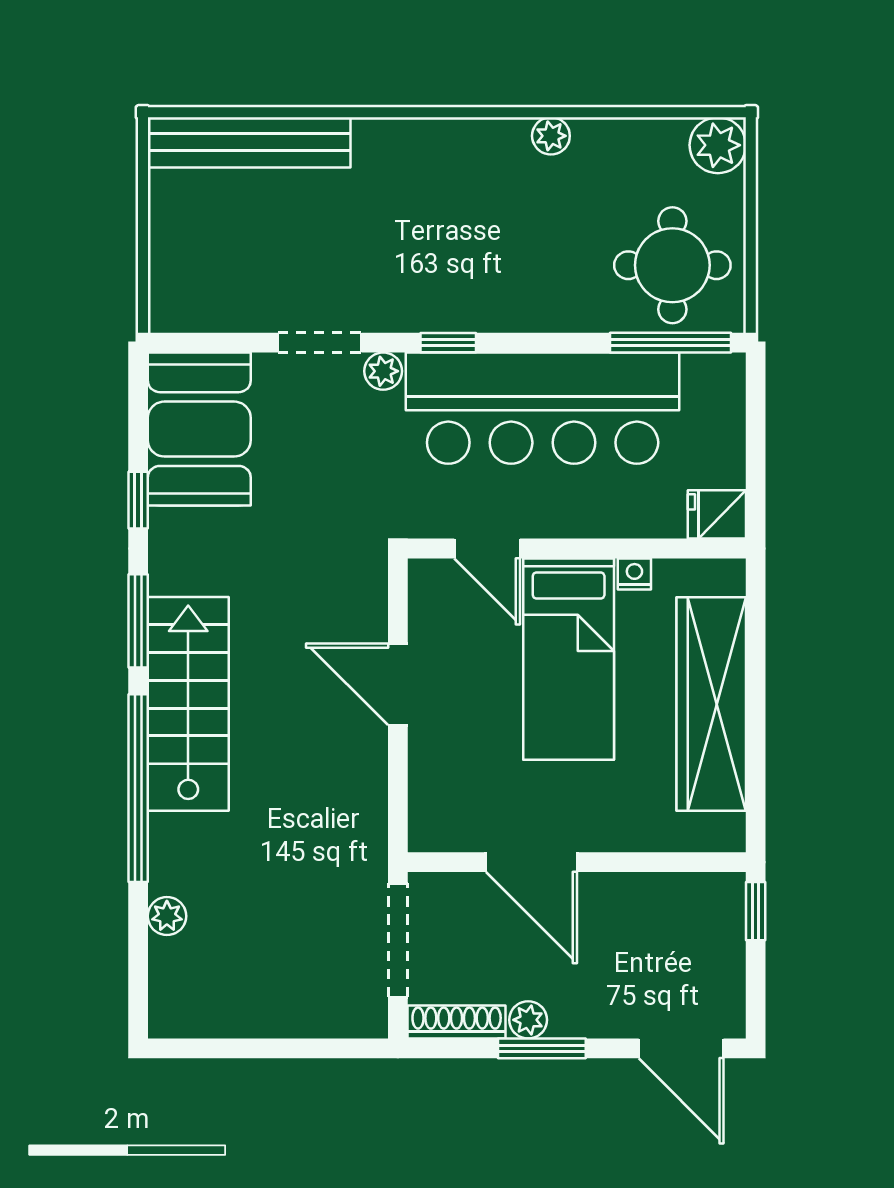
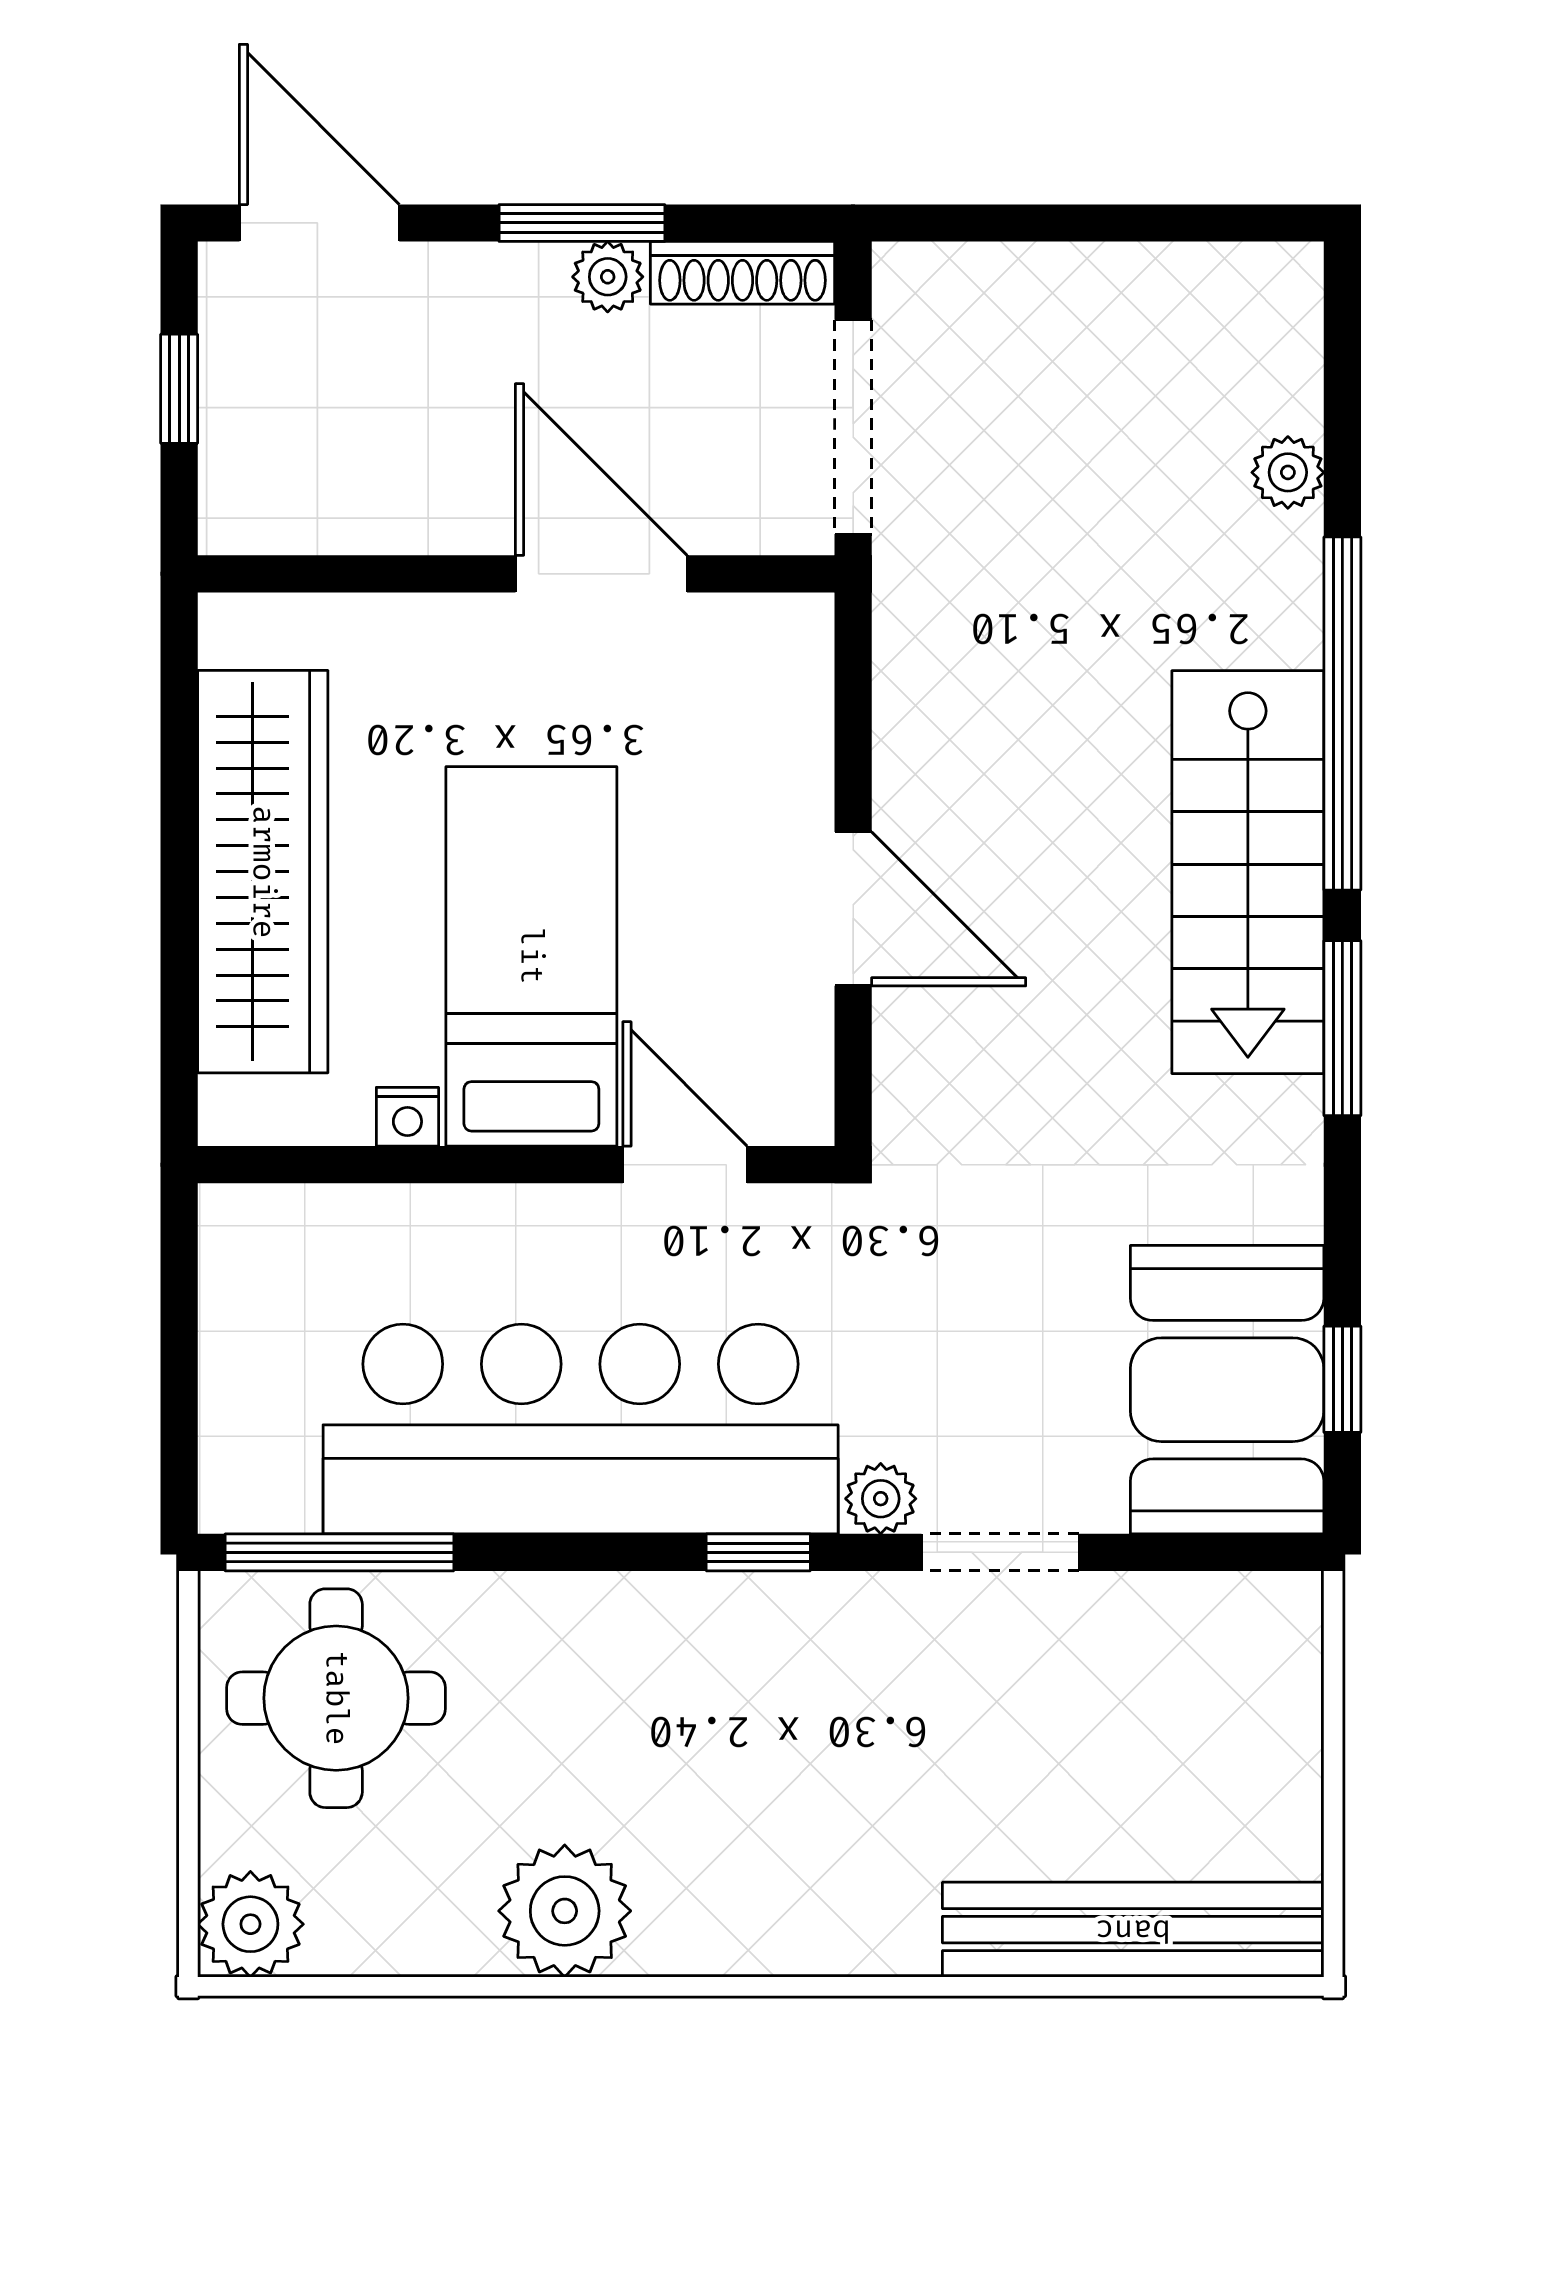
plant: (551, 136) -> (565, 1911), width x1.87, depth x1.87
window: (138, 500) -> (1342, 1379), moved
fridge: (717, 514) -> (252, 1229), removed
window: (756, 911) -> (179, 389), moved

